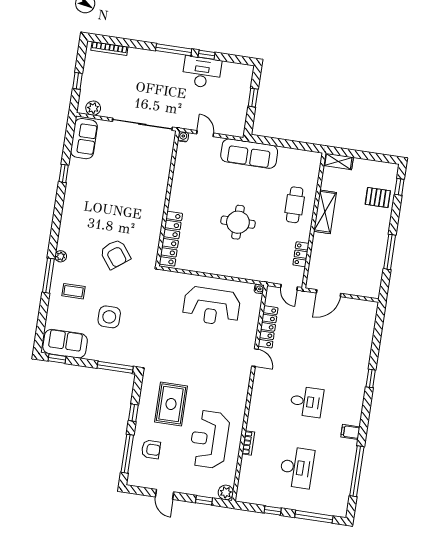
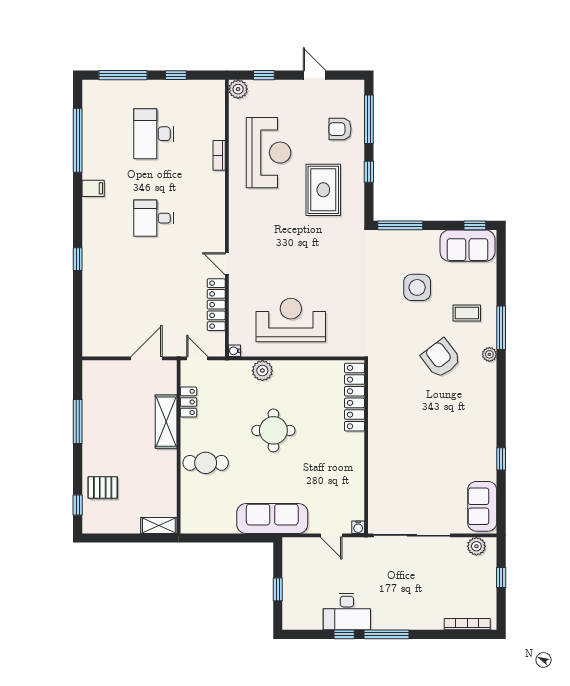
cafe table: (295, 205) -> (206, 463), turned 90
shelving: (325, 212) -> (166, 422), moved
armchair: (115, 254) -> (441, 358), moved
plant: (240, 270) -> (262, 371), added

